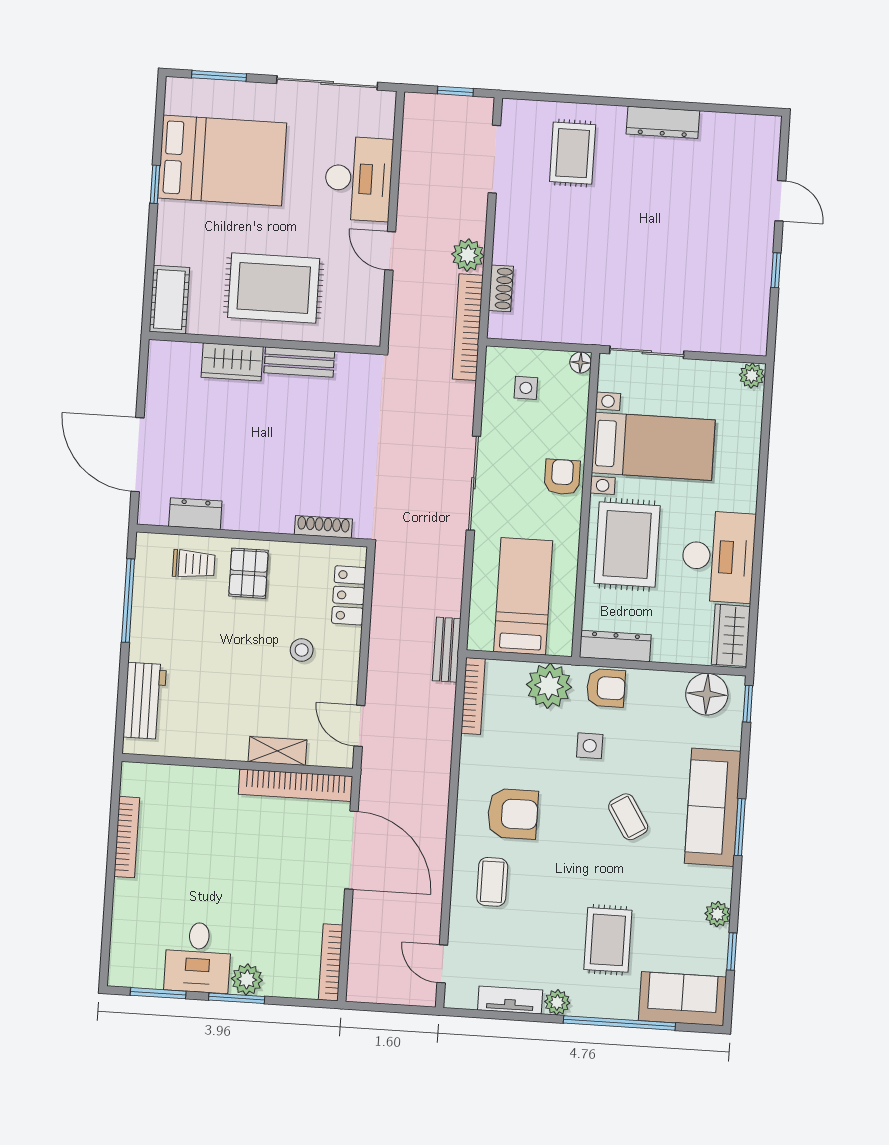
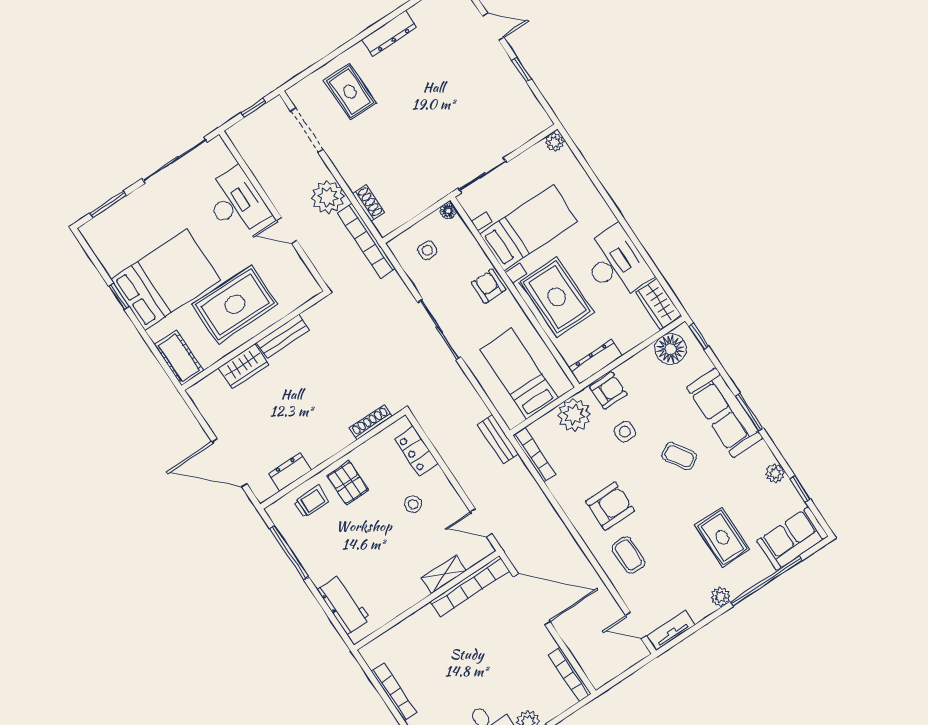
bed: (222, 161) -> (166, 280), moved
plant: (468, 255) -> (328, 197), width x1.36, depth x1.36
tv unit: (510, 1000) -> (671, 630), moved

